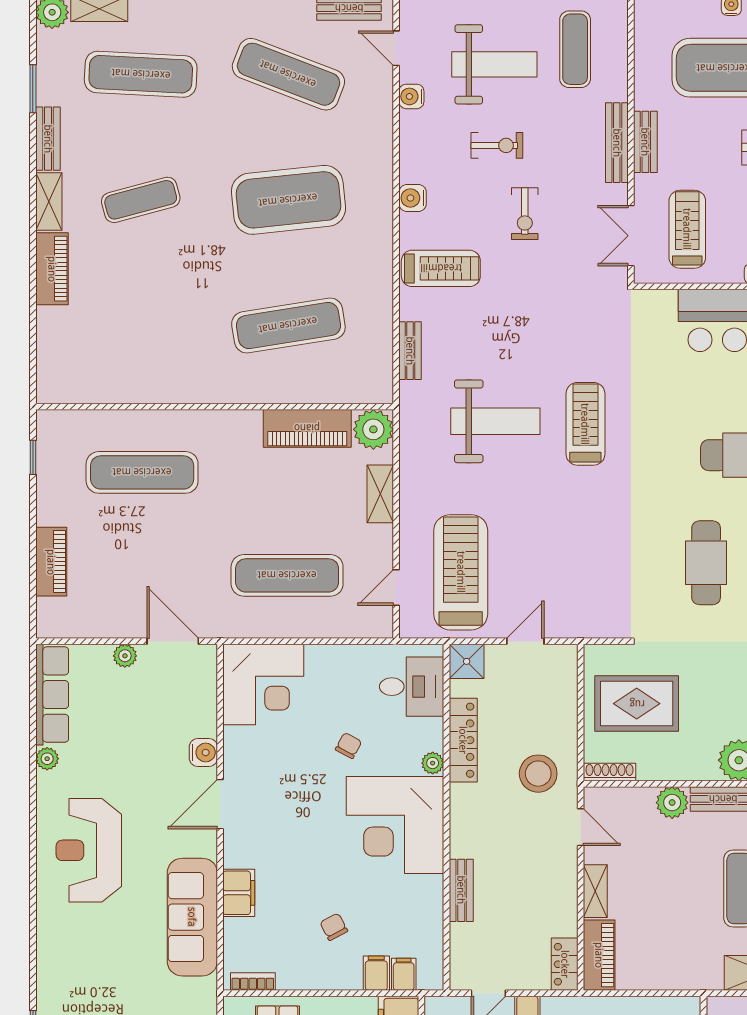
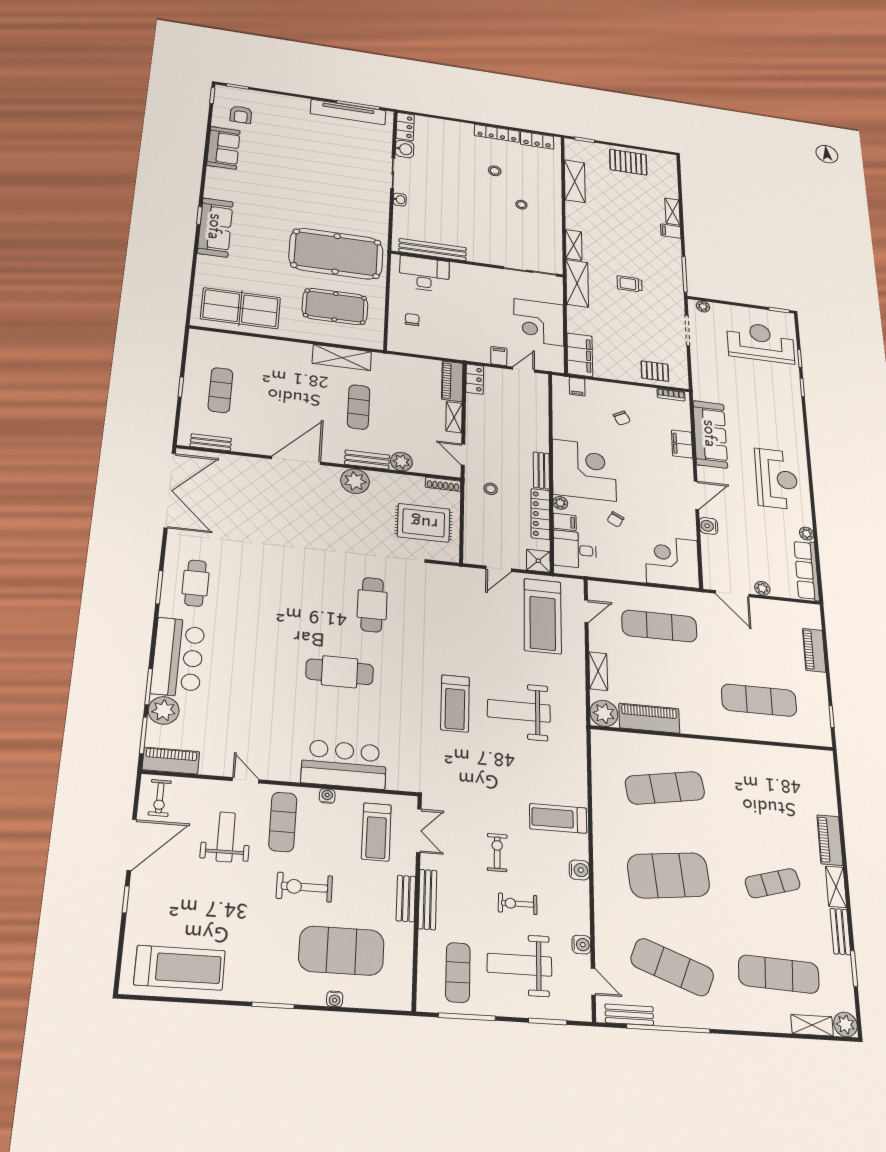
bench: (410, 351) -> (579, 764), removed
stool: (538, 774) -> (491, 489), width x0.53, depth x0.53
bench: (461, 890) -> (541, 470), moved
filing cabinet: (376, 973) -> (565, 522), moved, turned -90

